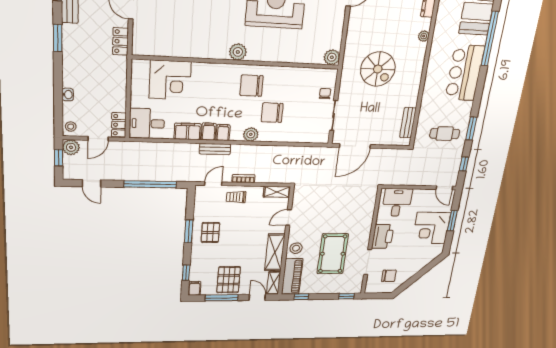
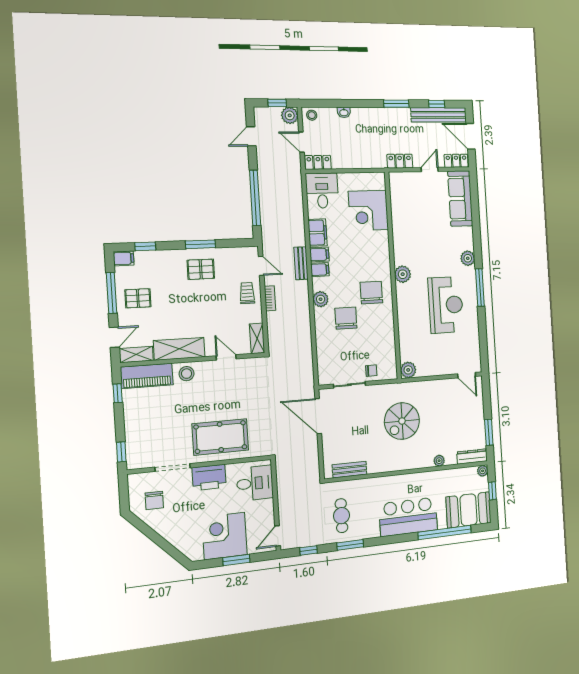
pool table: (333, 254) -> (220, 437), moved
pallet: (229, 280) -> (138, 298), width x0.67, depth x0.71

